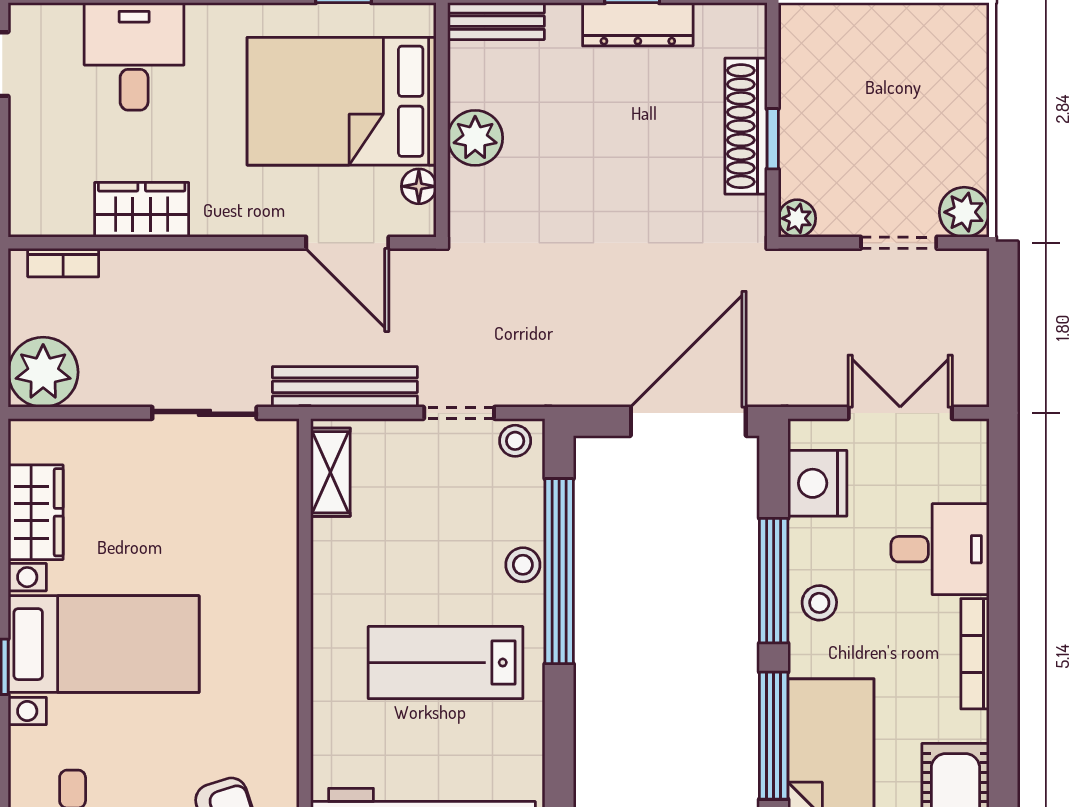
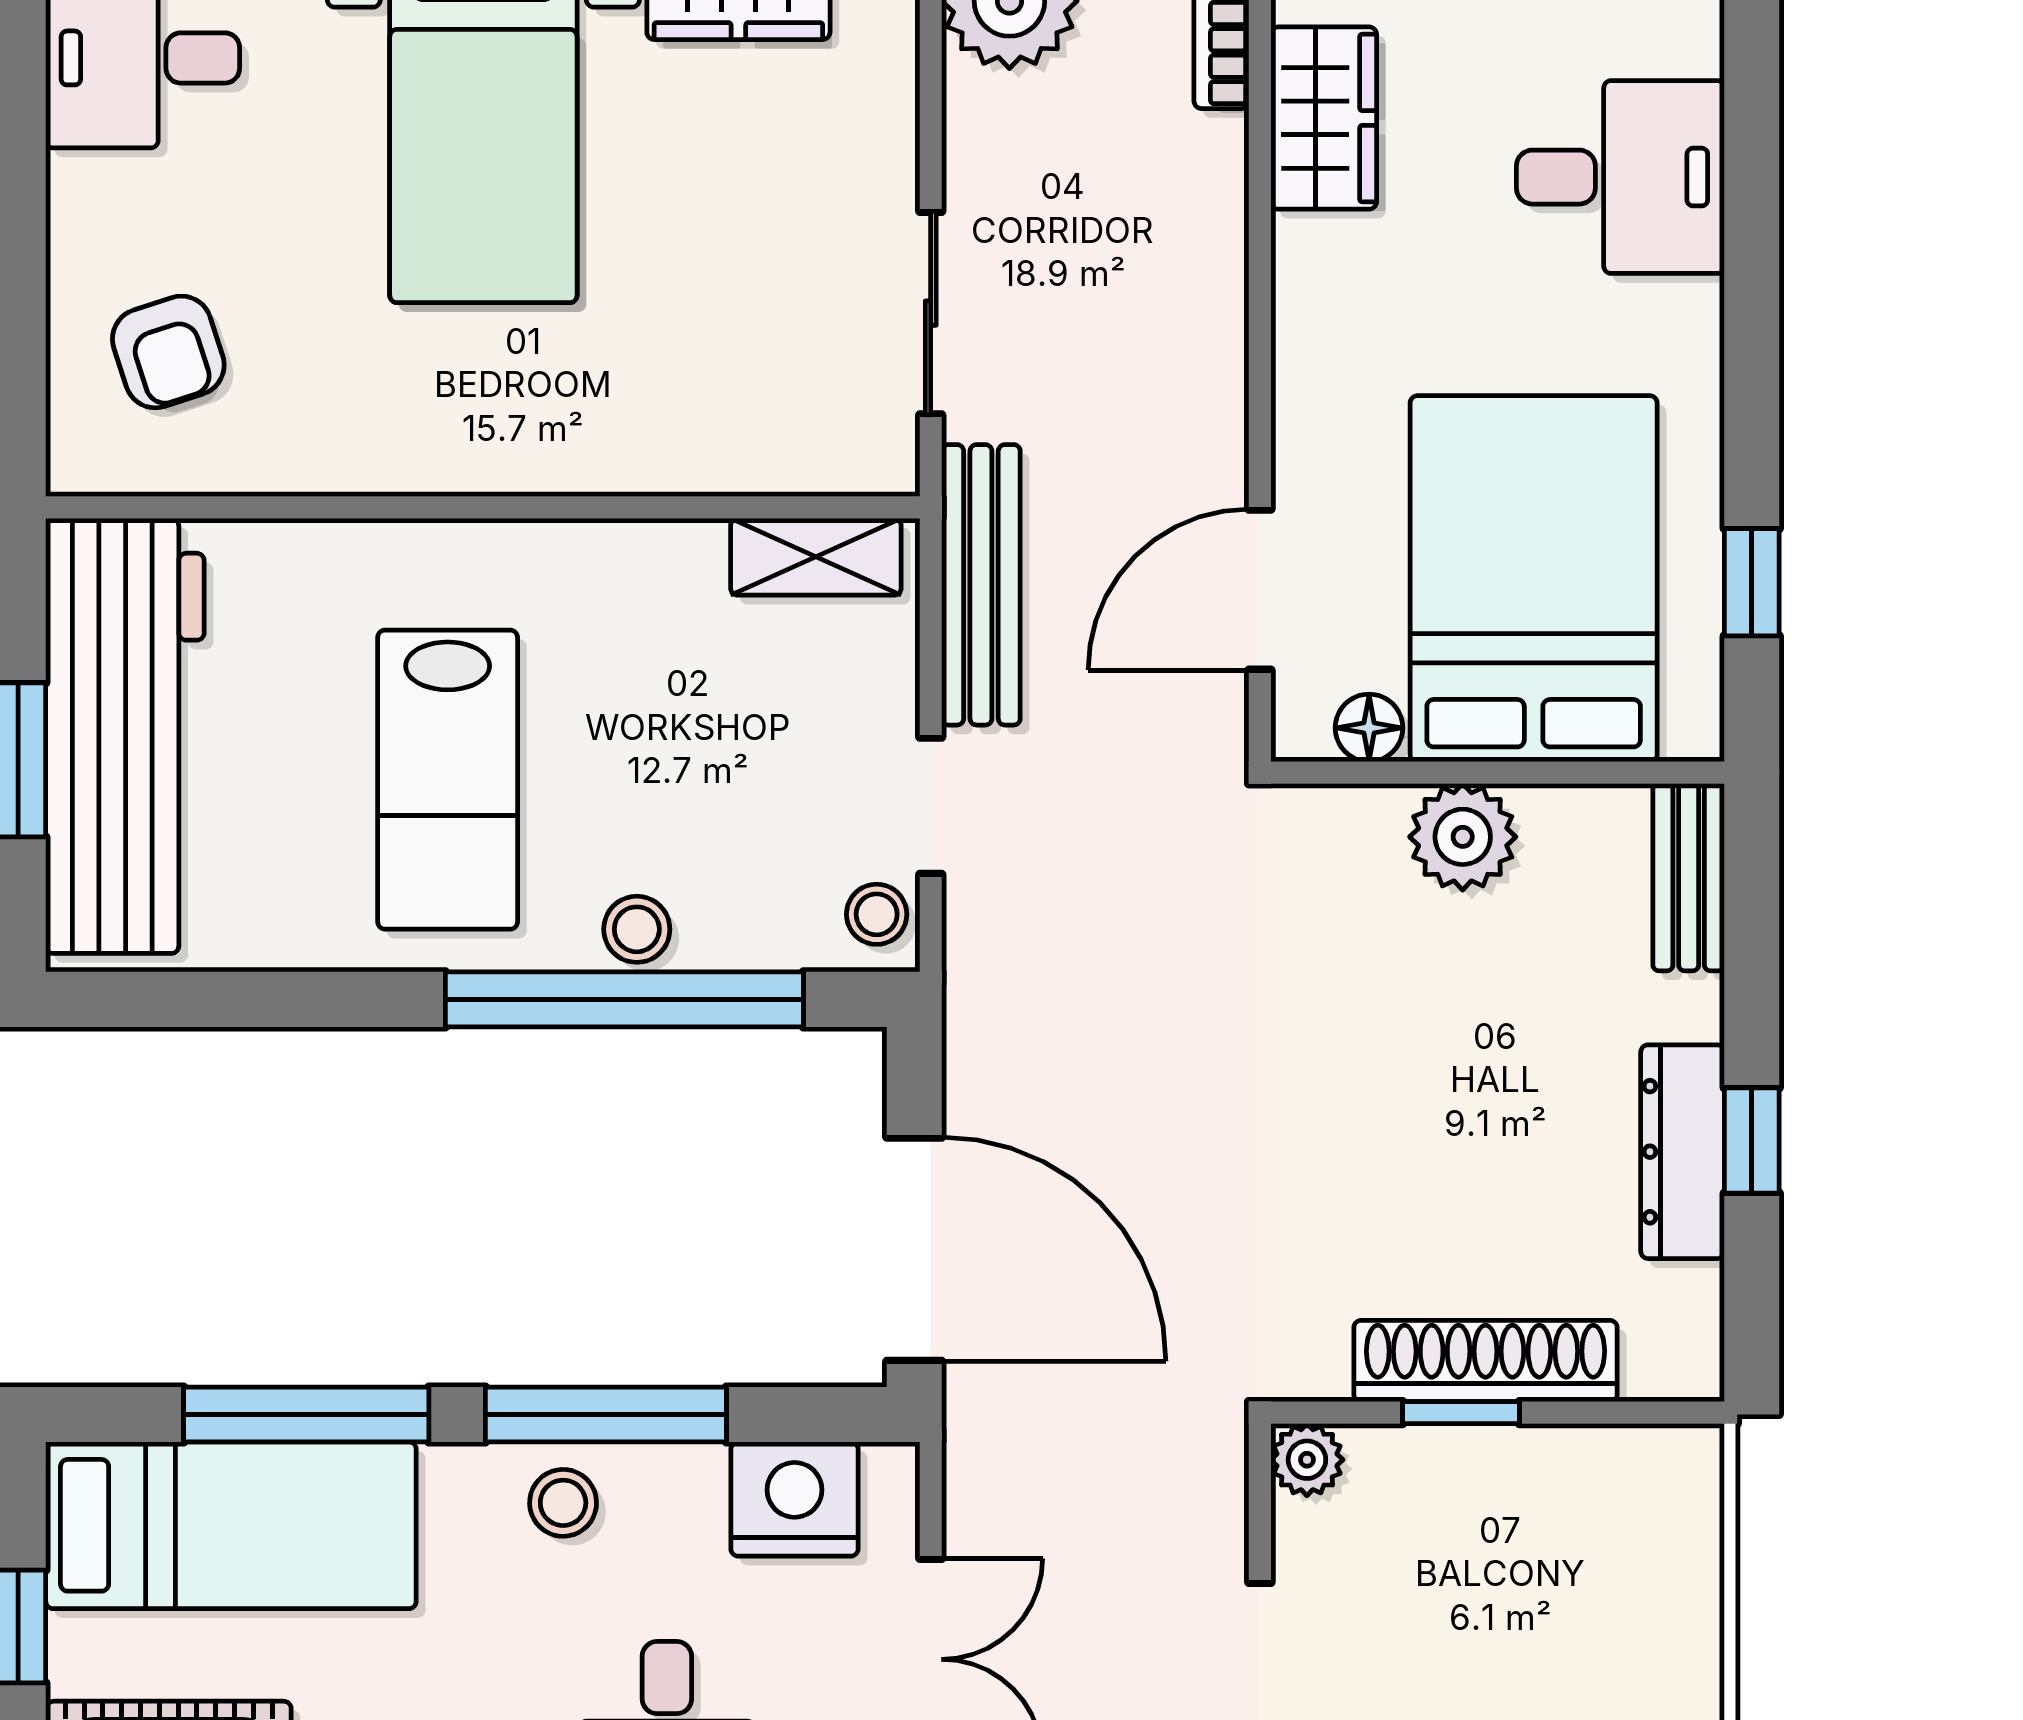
wardrobe: (142, 210) -> (1324, 118), moved
lab bench: (446, 663) -> (448, 780), turned 180

